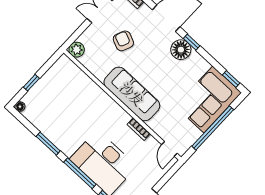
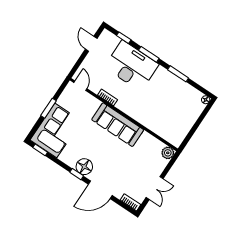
armchair: (123, 41) -> (132, 166), removed
window: (31, 83) -> (200, 120), removed
window: (213, 128) -> (48, 108), width x0.47
window: (80, 173) -> (149, 54), width x0.69

